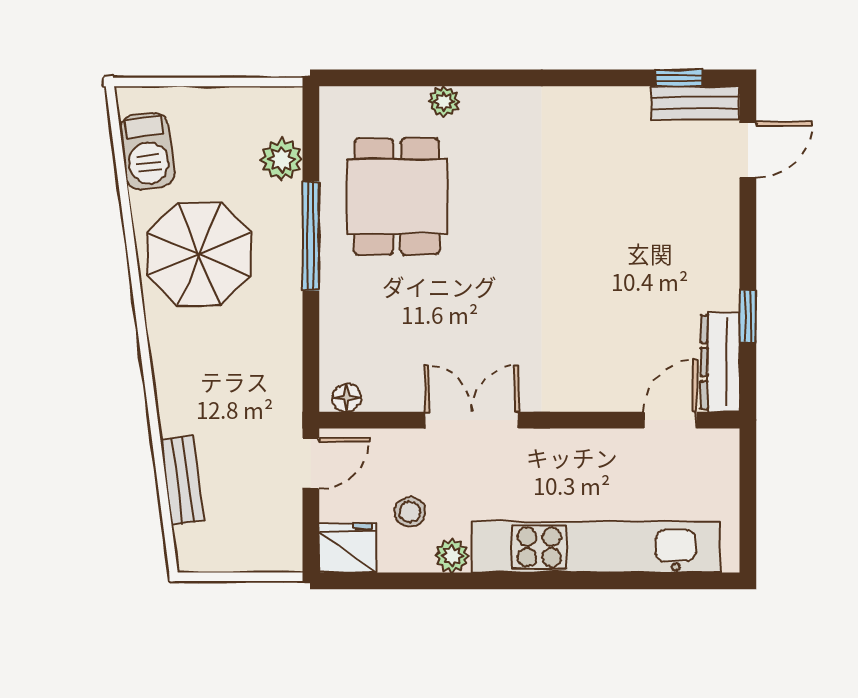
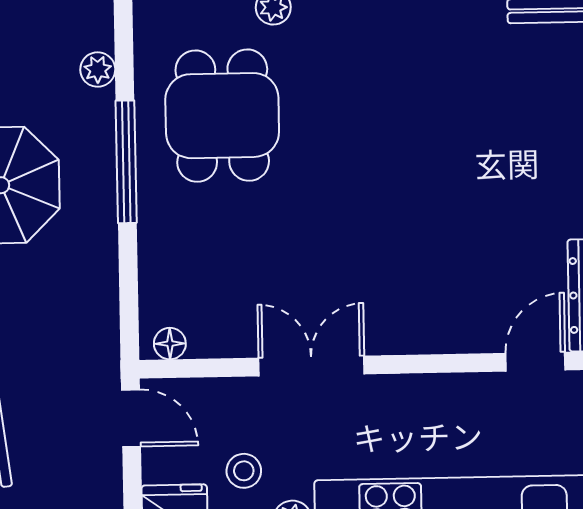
plant: (281, 159) -> (98, 70), width x0.73, depth x0.73
door: (311, 463) -> (131, 418), hinge flipped

